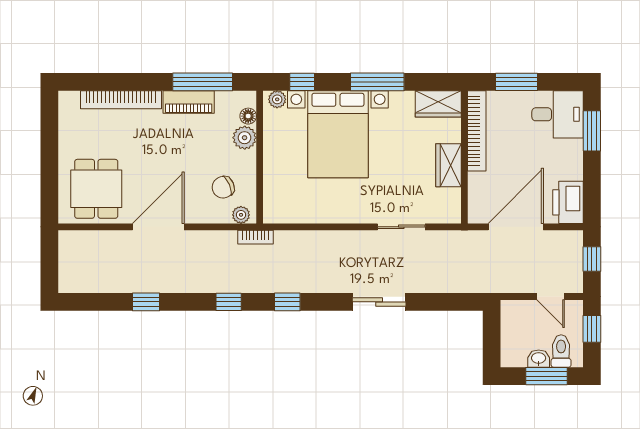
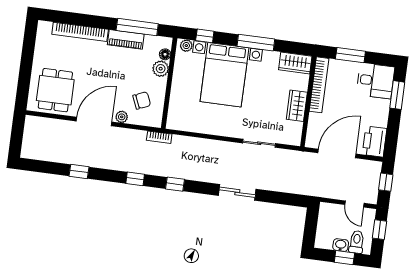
chair: (223, 187) -> (142, 100), turned 180
plant: (241, 215) -> (122, 117), moved
window: (547, 376) -> (344, 258), width x0.67

